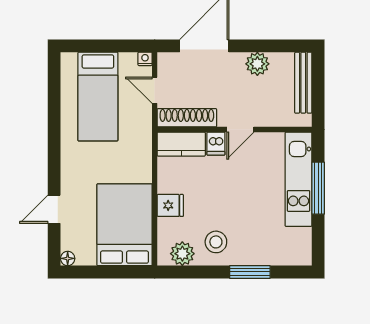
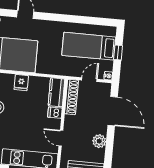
window: (104, 46) -> (118, 52), added
door: (240, 129) -> (61, 138), moved

